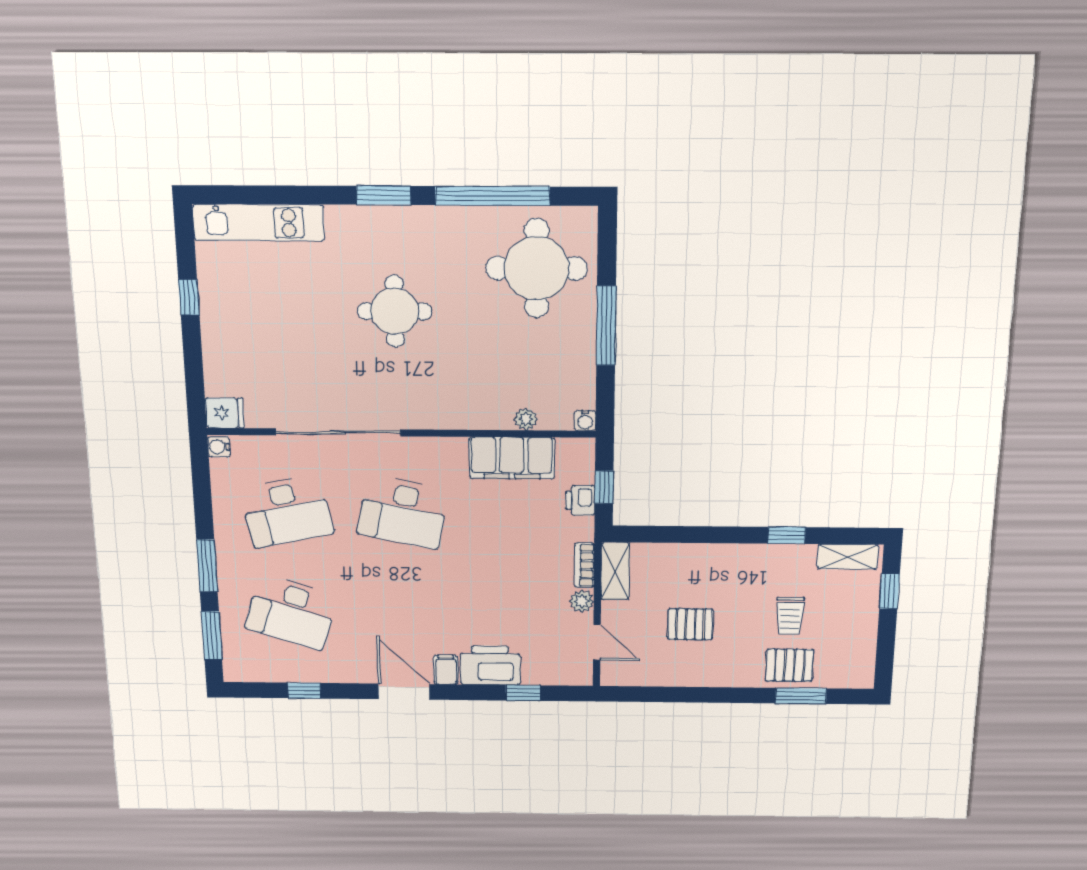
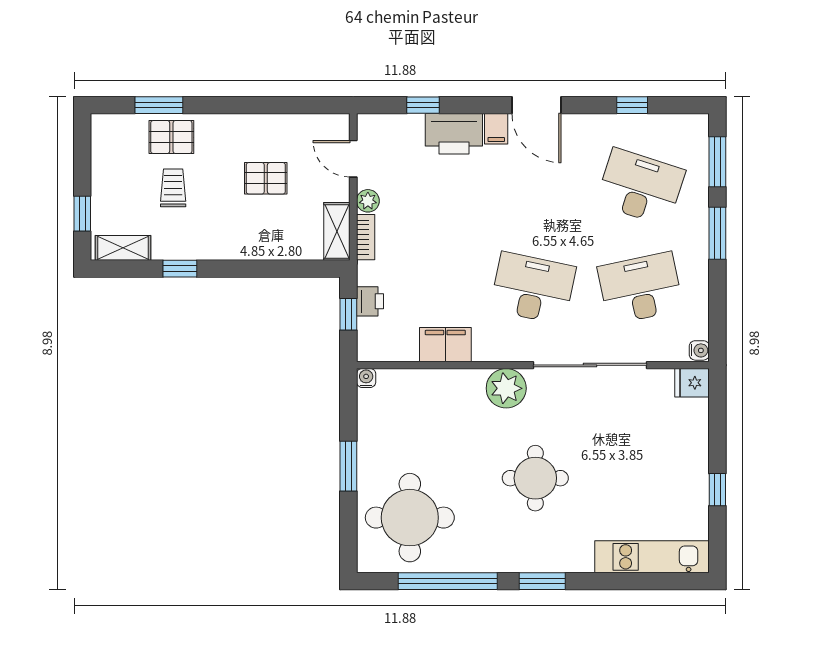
window: (606, 326) -> (348, 466), width x0.69
plant: (526, 419) -> (506, 388), moved, width x1.88, depth x1.88
filing cabinet: (512, 458) -> (445, 345), width x0.67, depth x0.86

